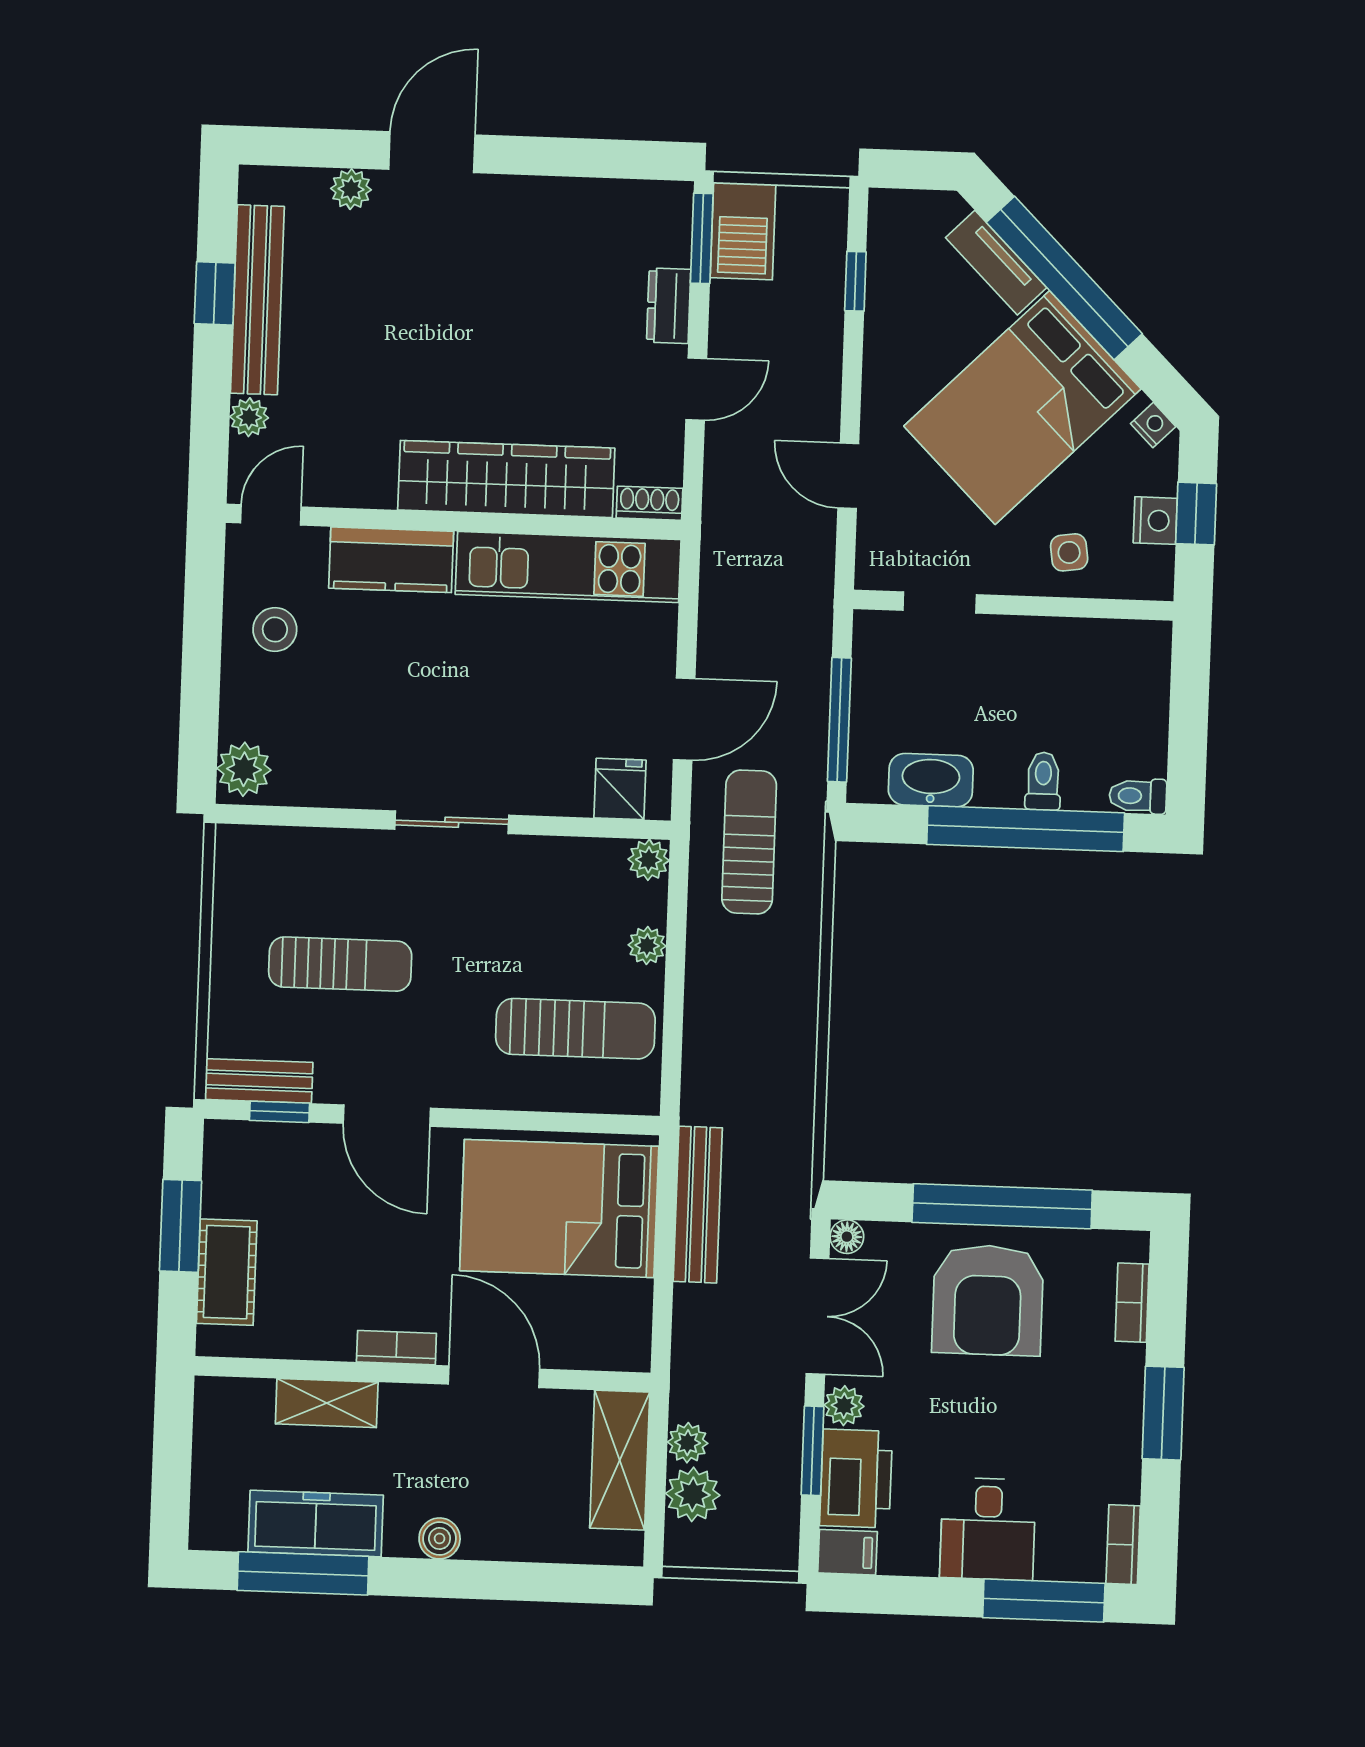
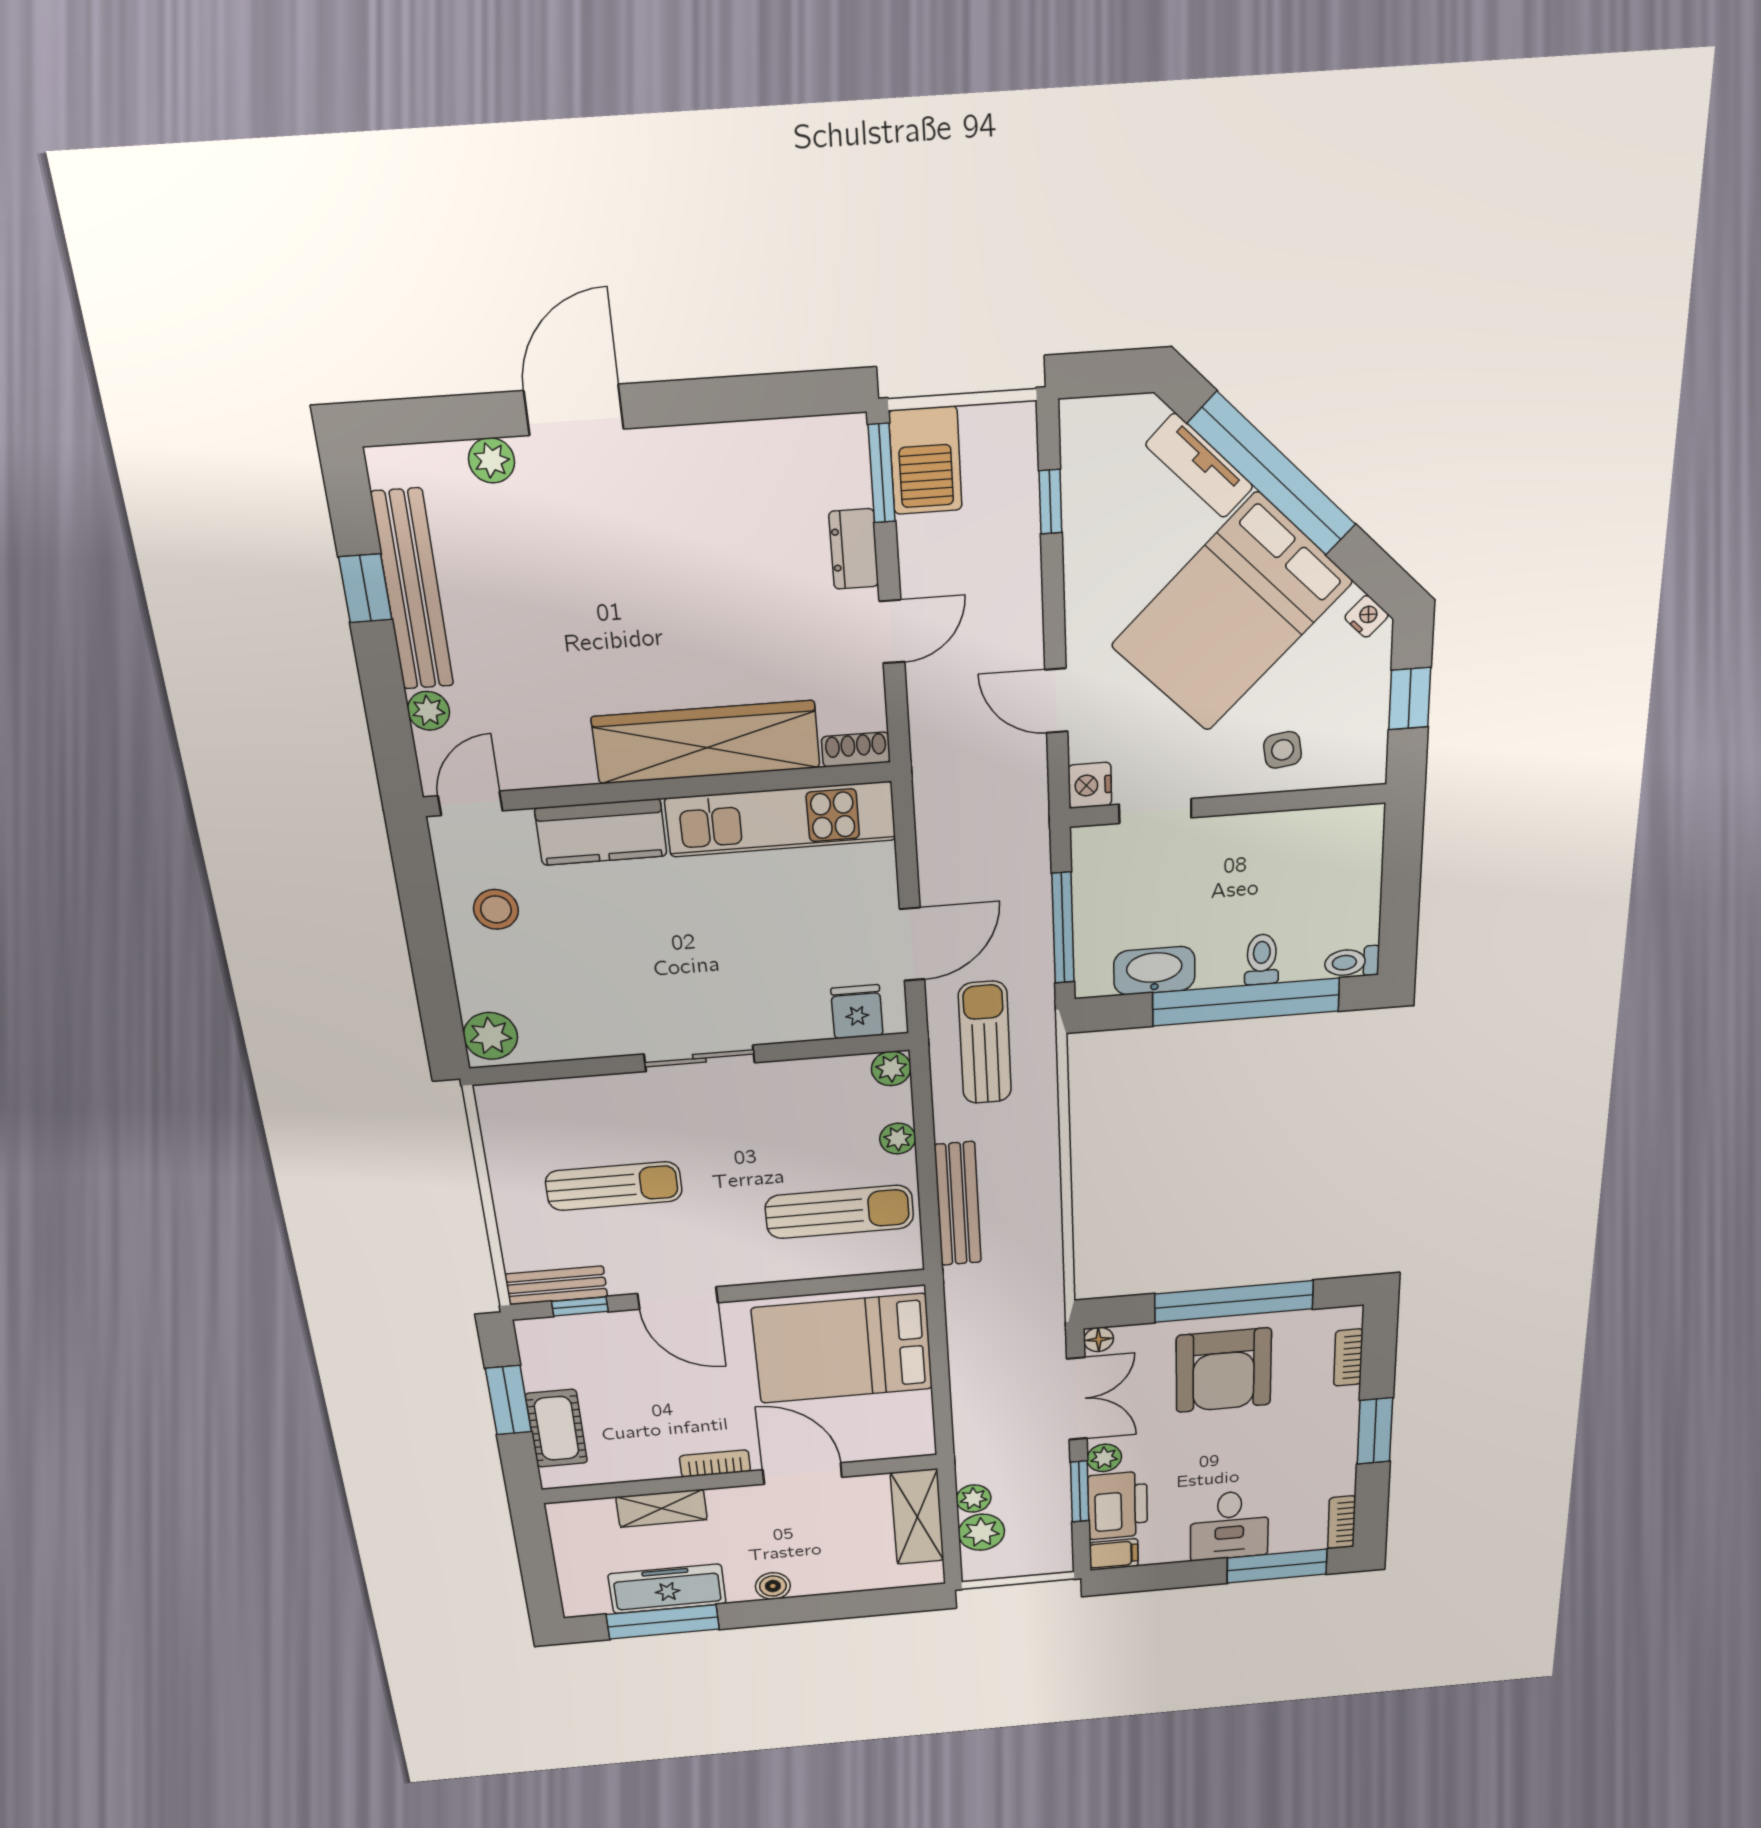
nightstand: (1155, 521) -> (1090, 785), moved, turned 180
bench: (698, 1205) -> (958, 1204), moved

